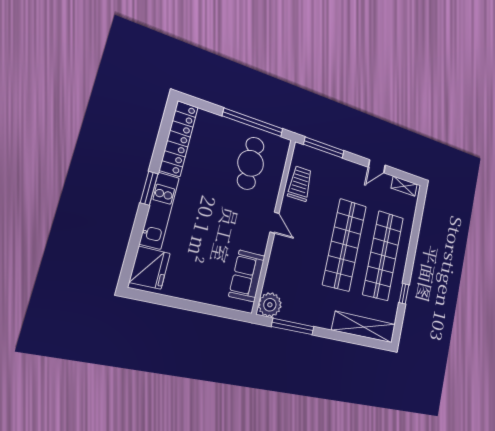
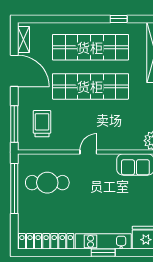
door: (377, 166) -> (14, 71), width x1.87
trolley: (300, 184) -> (42, 124), moved, turned 90
window: (149, 188) -> (103, 253), moved

